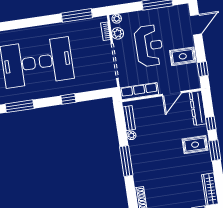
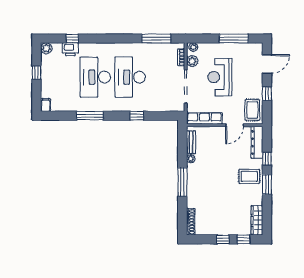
reception desk: (149, 46) -> (220, 77), turned 180
rug: (183, 56) -> (252, 110), moved, turned 90
desk: (55, 60) -> (130, 77), turned 180
window: (203, 69) -> (267, 94), moved

